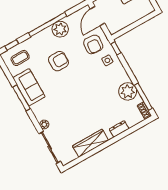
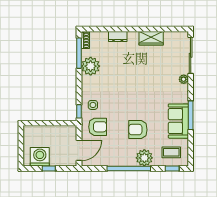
plant: (60, 29) -> (144, 158), moved
armchair: (93, 44) -> (98, 127), turned 86
wardrobe: (91, 143) -> (151, 38), width x0.67

